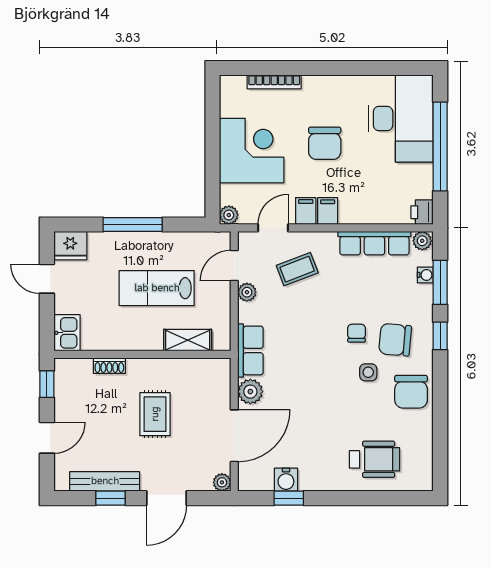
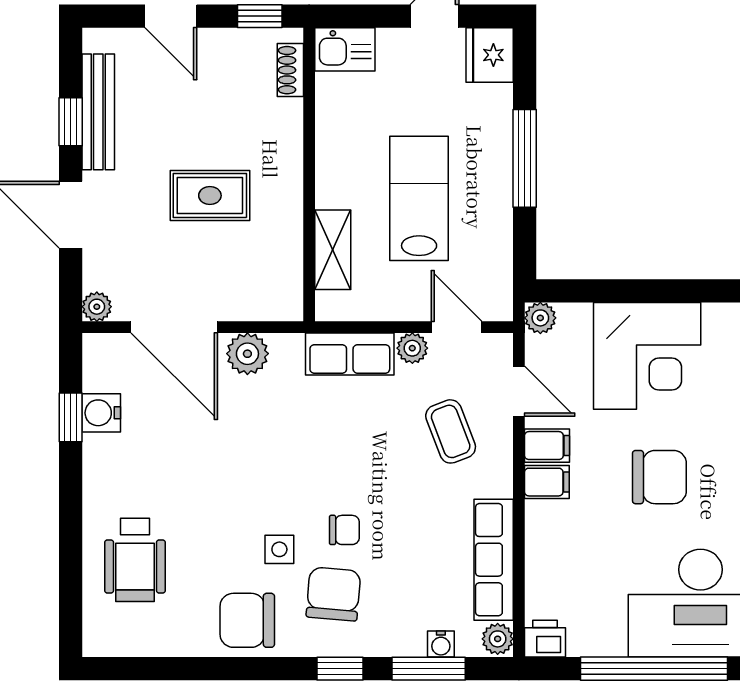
chair: (325, 143) -> (659, 477), turned 180
row of seats: (250, 351) -> (350, 354), moved
shoe rack: (109, 366) -> (290, 70), moved

